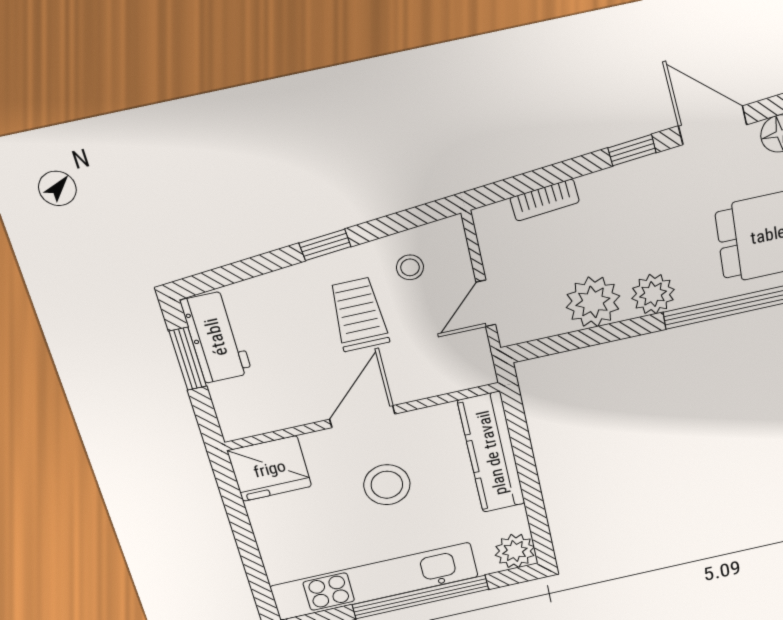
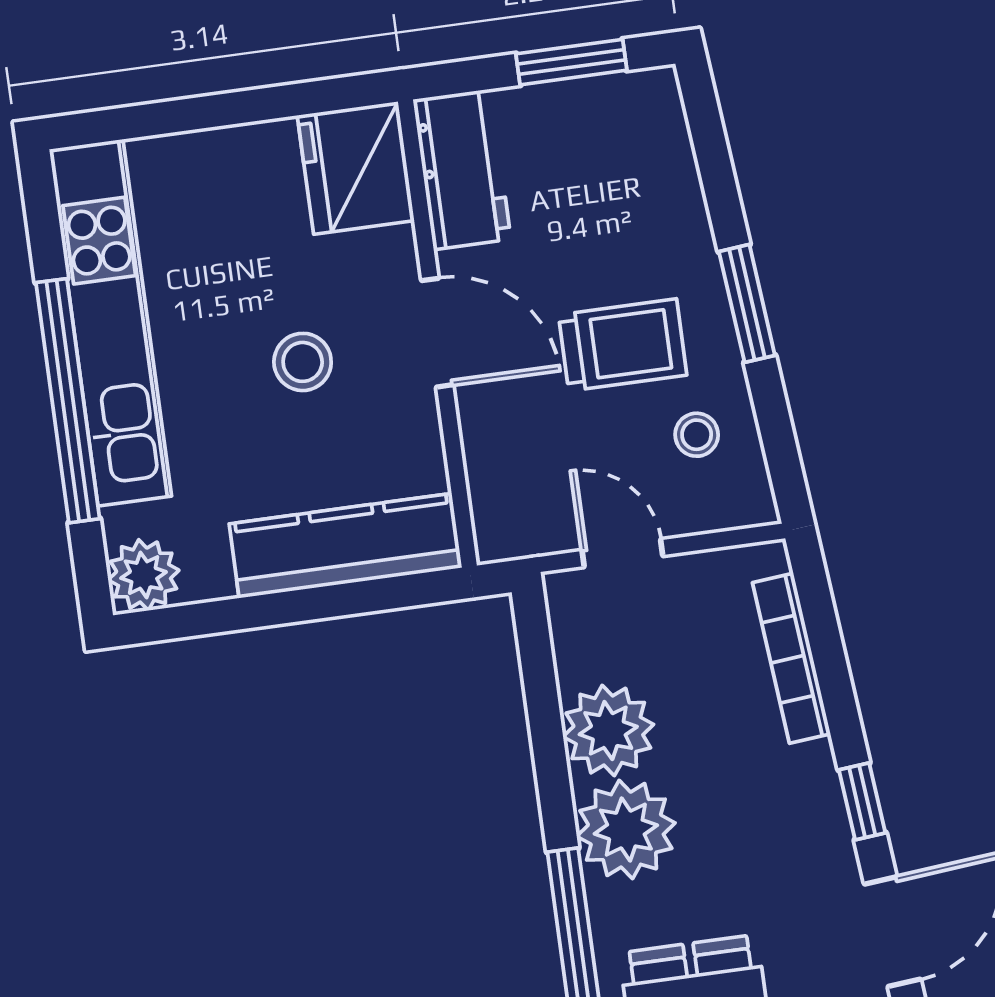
bookcase: (545, 200) -> (791, 658), width x1.56
window: (325, 245) -> (747, 303), width x1.50
plant: (653, 294) -> (626, 830), width x1.36, depth x1.36
workbench: (216, 337) -> (462, 169), moved, turned -90
stool: (387, 485) -> (303, 362), width x0.73, depth x0.73

